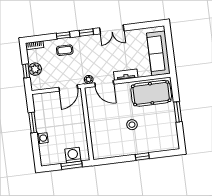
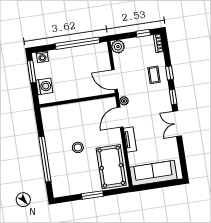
plant: (35, 69) -> (118, 47), moved
window: (26, 71) -> (143, 33), moved
window: (33, 122) -> (77, 43), width x2.11
washing machine: (42, 138) -> (42, 57), moved
window: (142, 156) -> (45, 159), width x3.17
window: (72, 165) -> (32, 72), moved

